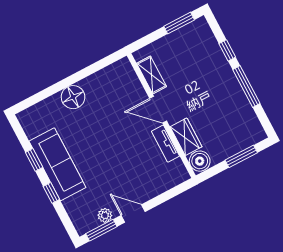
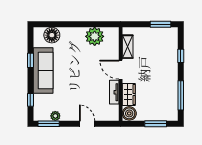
plant: (101, 84) -> (95, 36), added
window: (246, 86) -> (181, 95), moved
floor lamp: (73, 97) -> (52, 35), moved
window: (51, 193) -> (30, 100), moved
door: (133, 213) -> (87, 124), moved

